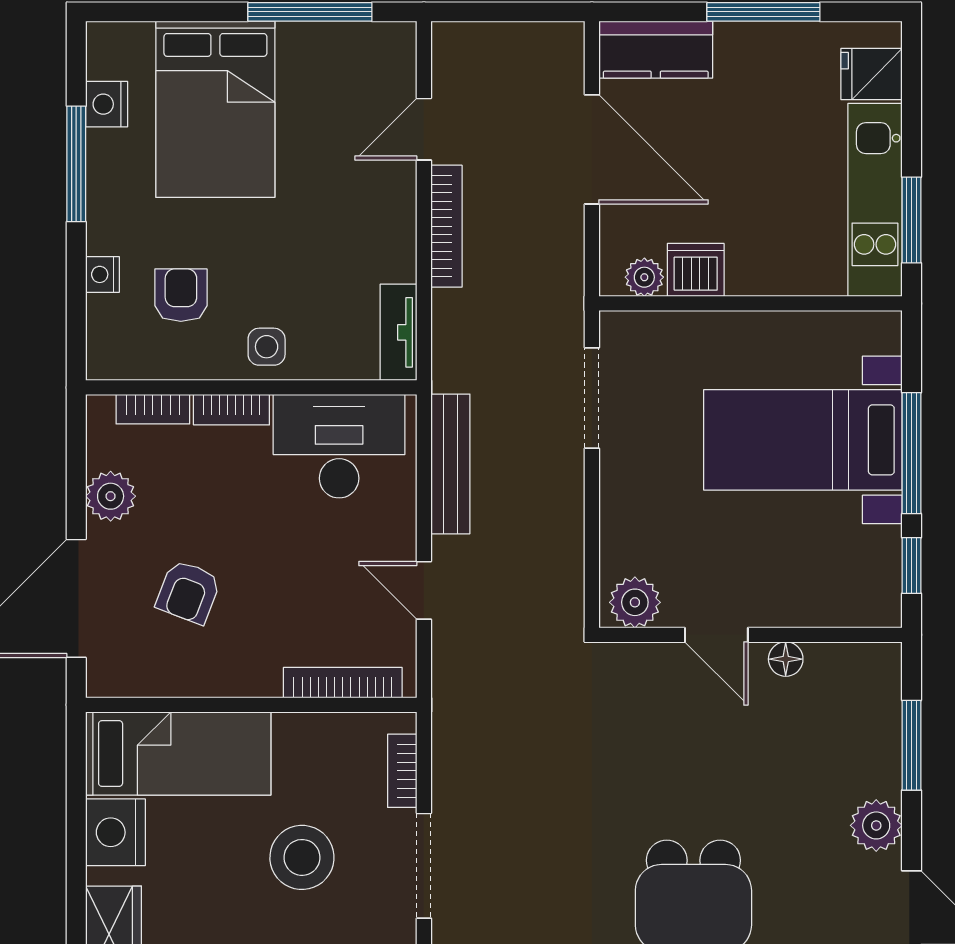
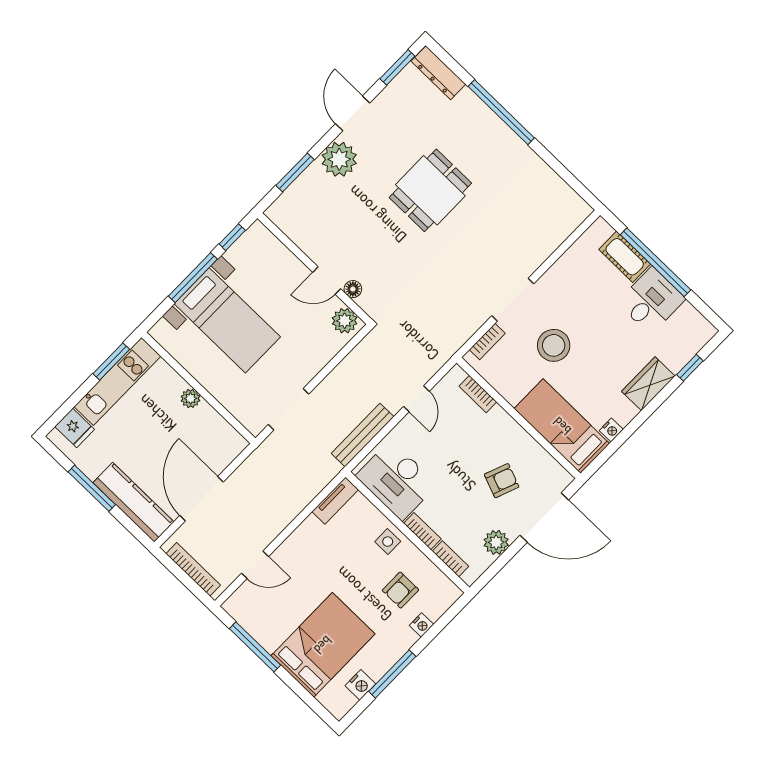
kitchen counter: (656, 50) -> (133, 502), width x1.50
bookcase: (446, 226) -> (193, 569), moved, turned 90
dishwasher: (696, 270) -> (206, 419), removed
plant: (644, 277) -> (190, 398), moved
door: (716, 635) -> (327, 281), swing flipped
floor lamp: (786, 659) -> (353, 289), moved
bookcase: (343, 683) -> (478, 394), width x0.64
plant: (876, 825) -> (339, 159), width x1.36, depth x1.36
nightstand: (115, 832) -> (611, 430), width x0.53, depth x0.56

